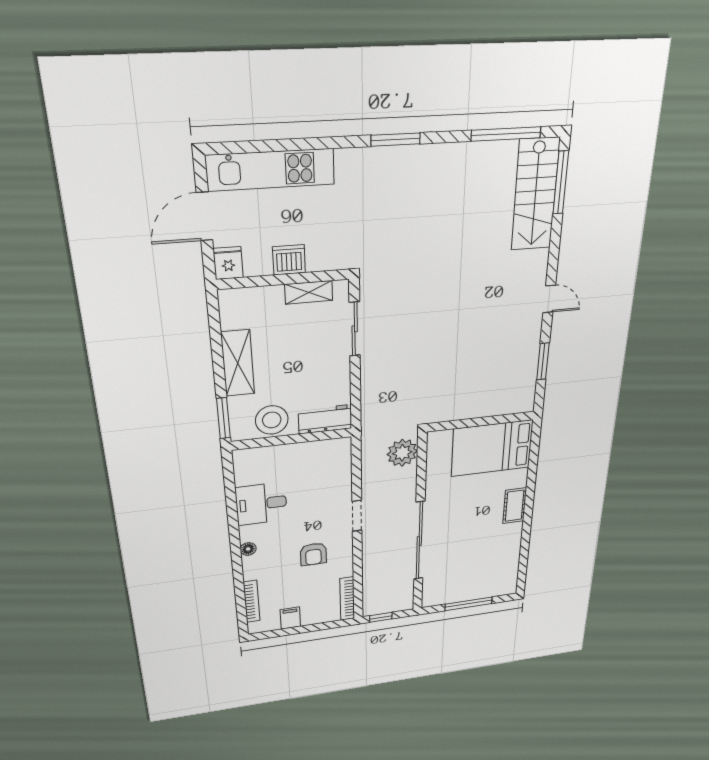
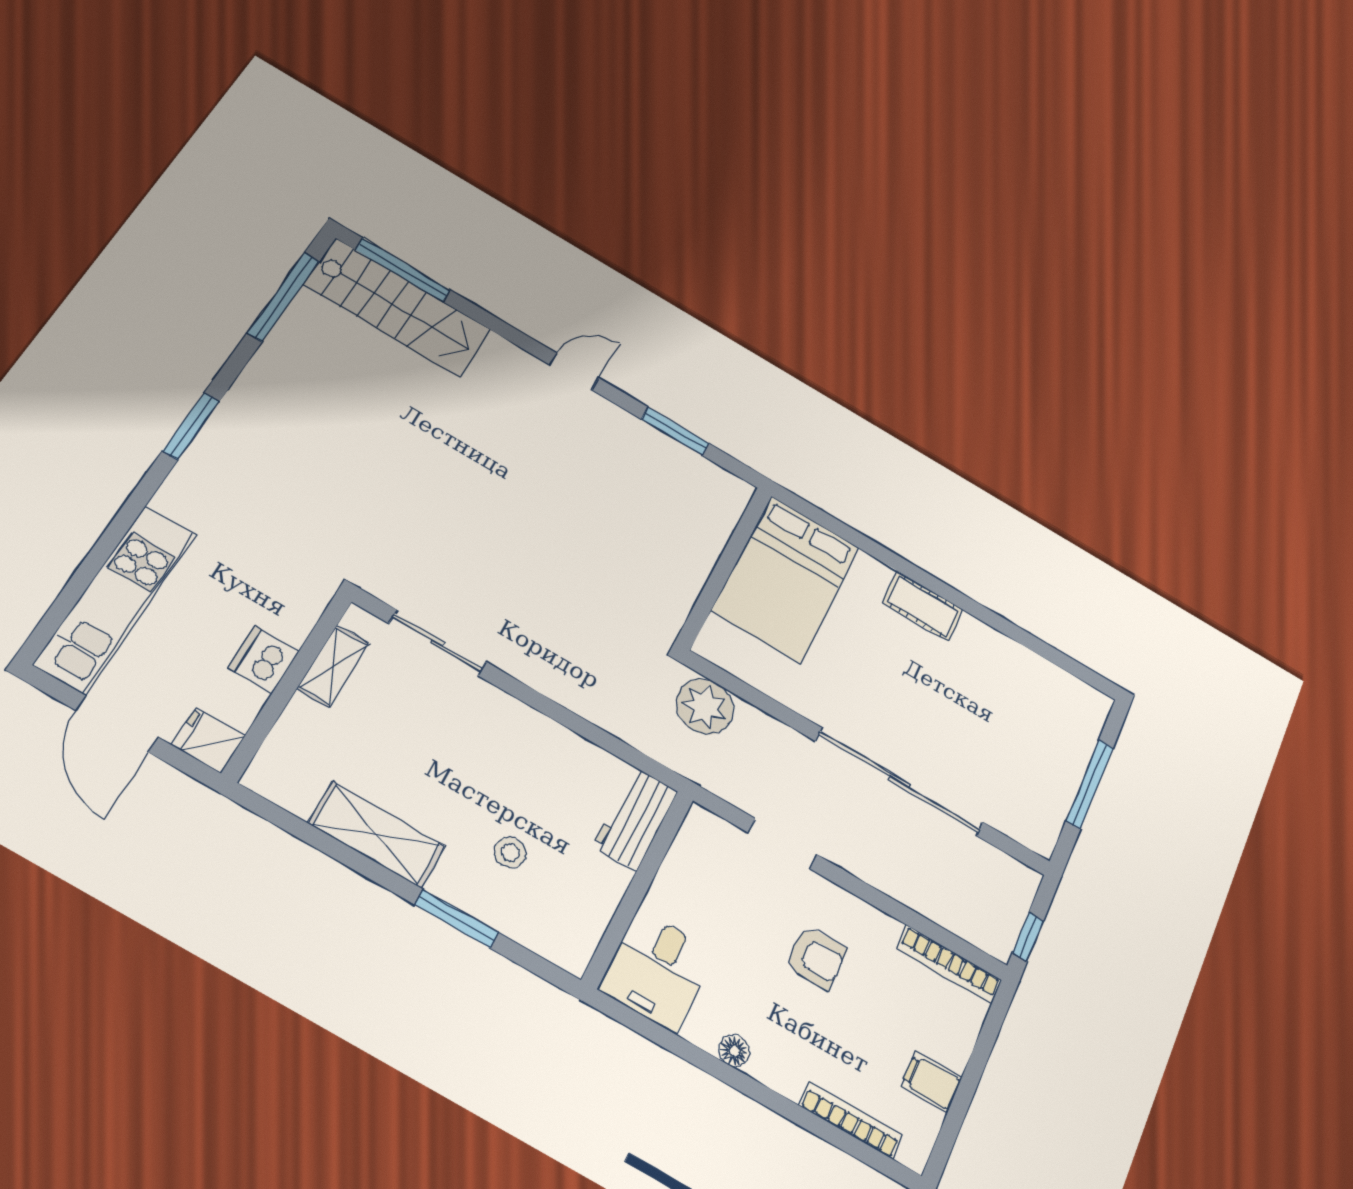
workbench: (325, 419) -> (635, 819), moved
stool: (272, 420) -> (510, 852), width x0.53, depth x0.53
wall: (292, 439) -> (638, 888), moved

